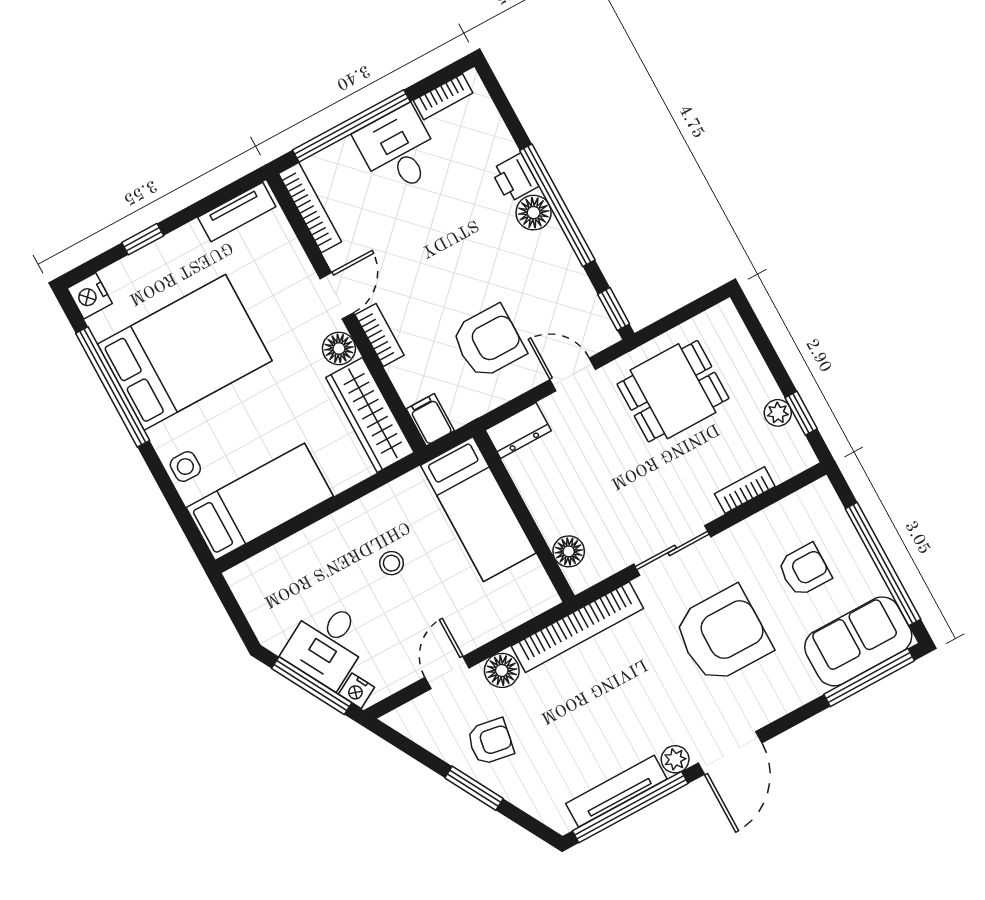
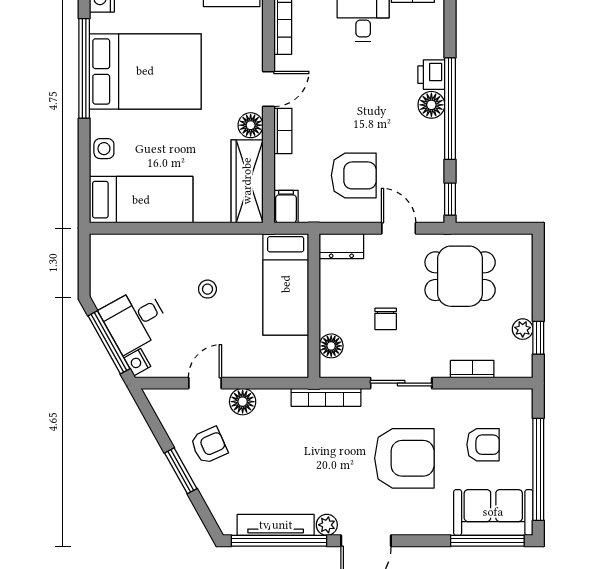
chair: (614, 486) -> (386, 319), added
bookcase: (577, 627) -> (326, 397), width x0.68, depth x0.76
armchair: (490, 741) -> (209, 445), turned -34

